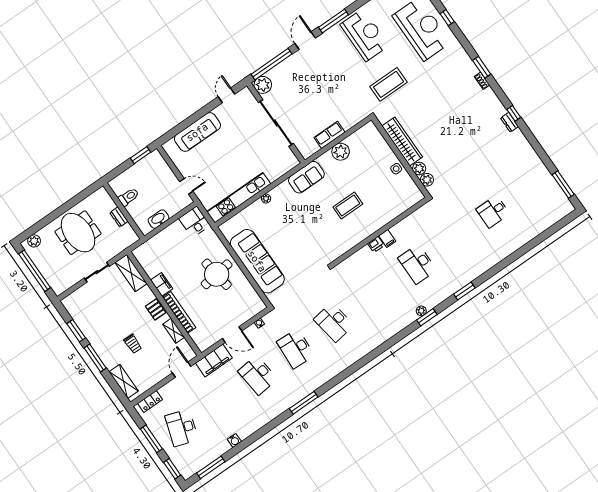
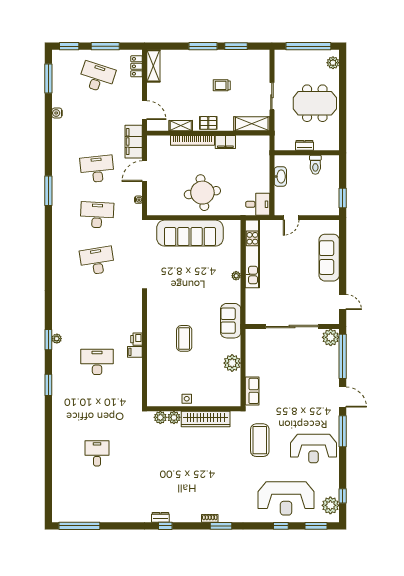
row of seats: (329, 135) -> (252, 391), moved
window: (563, 184) -> (79, 526), width x1.46
trolley: (133, 344) -> (222, 85), moved
shelving: (124, 381) -> (153, 66), moved, turned 90

